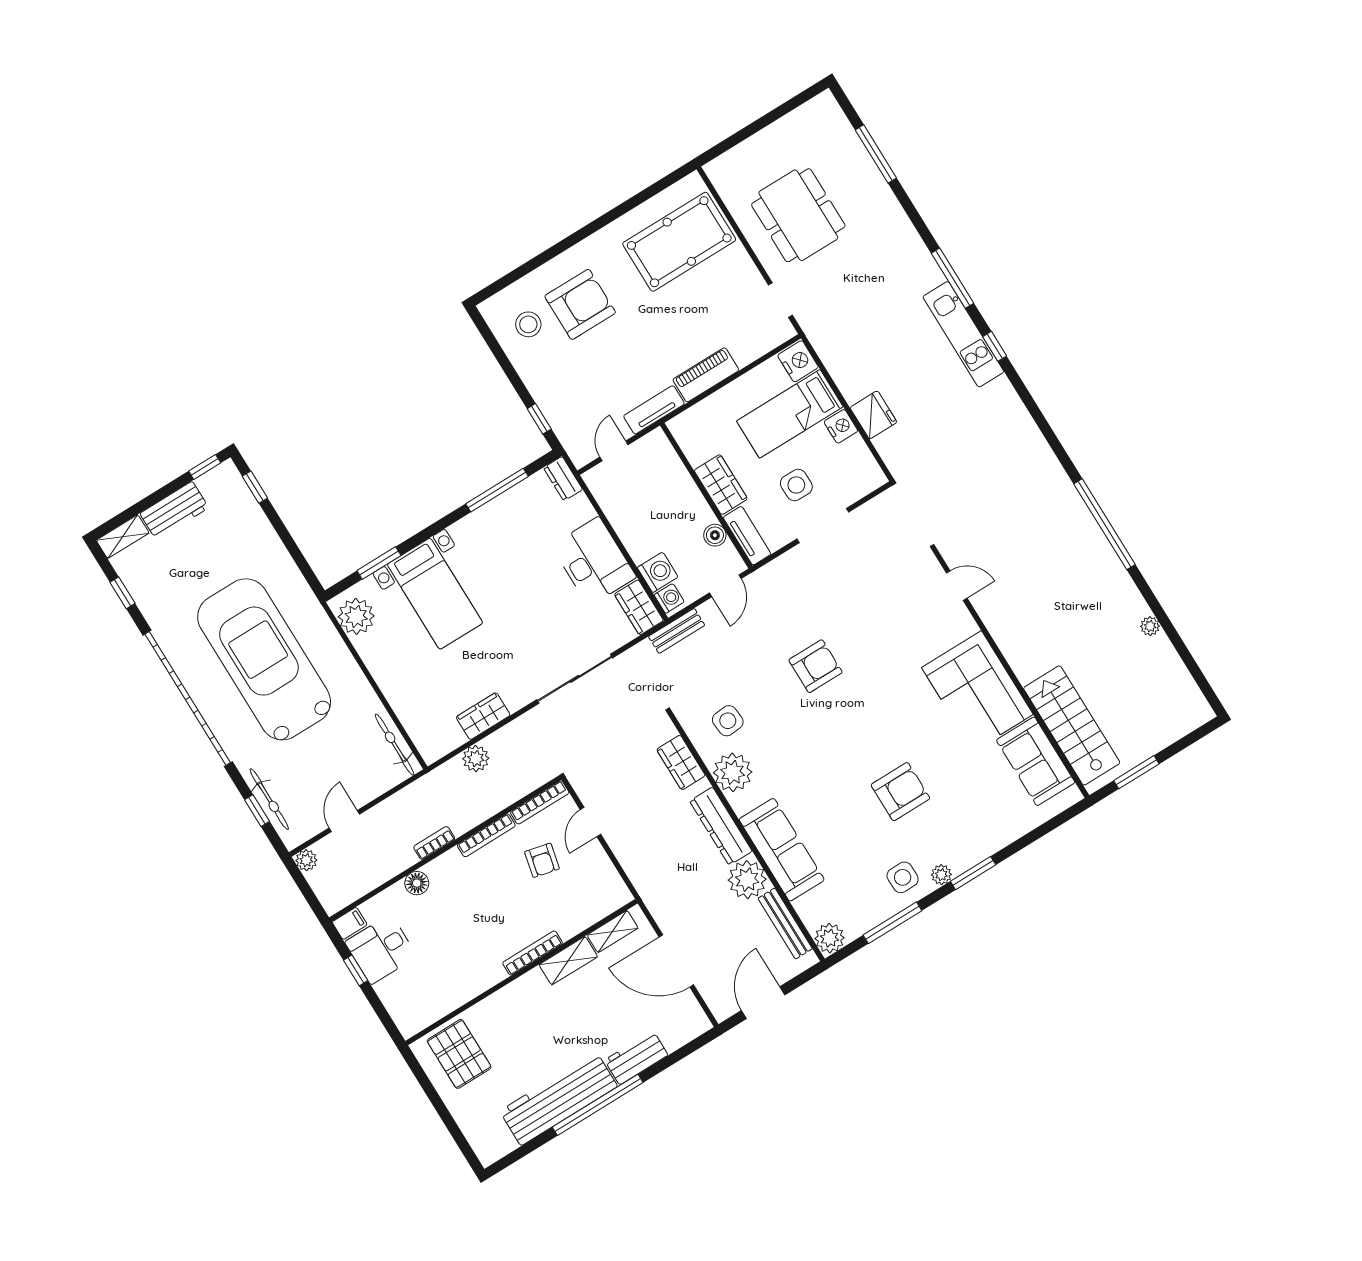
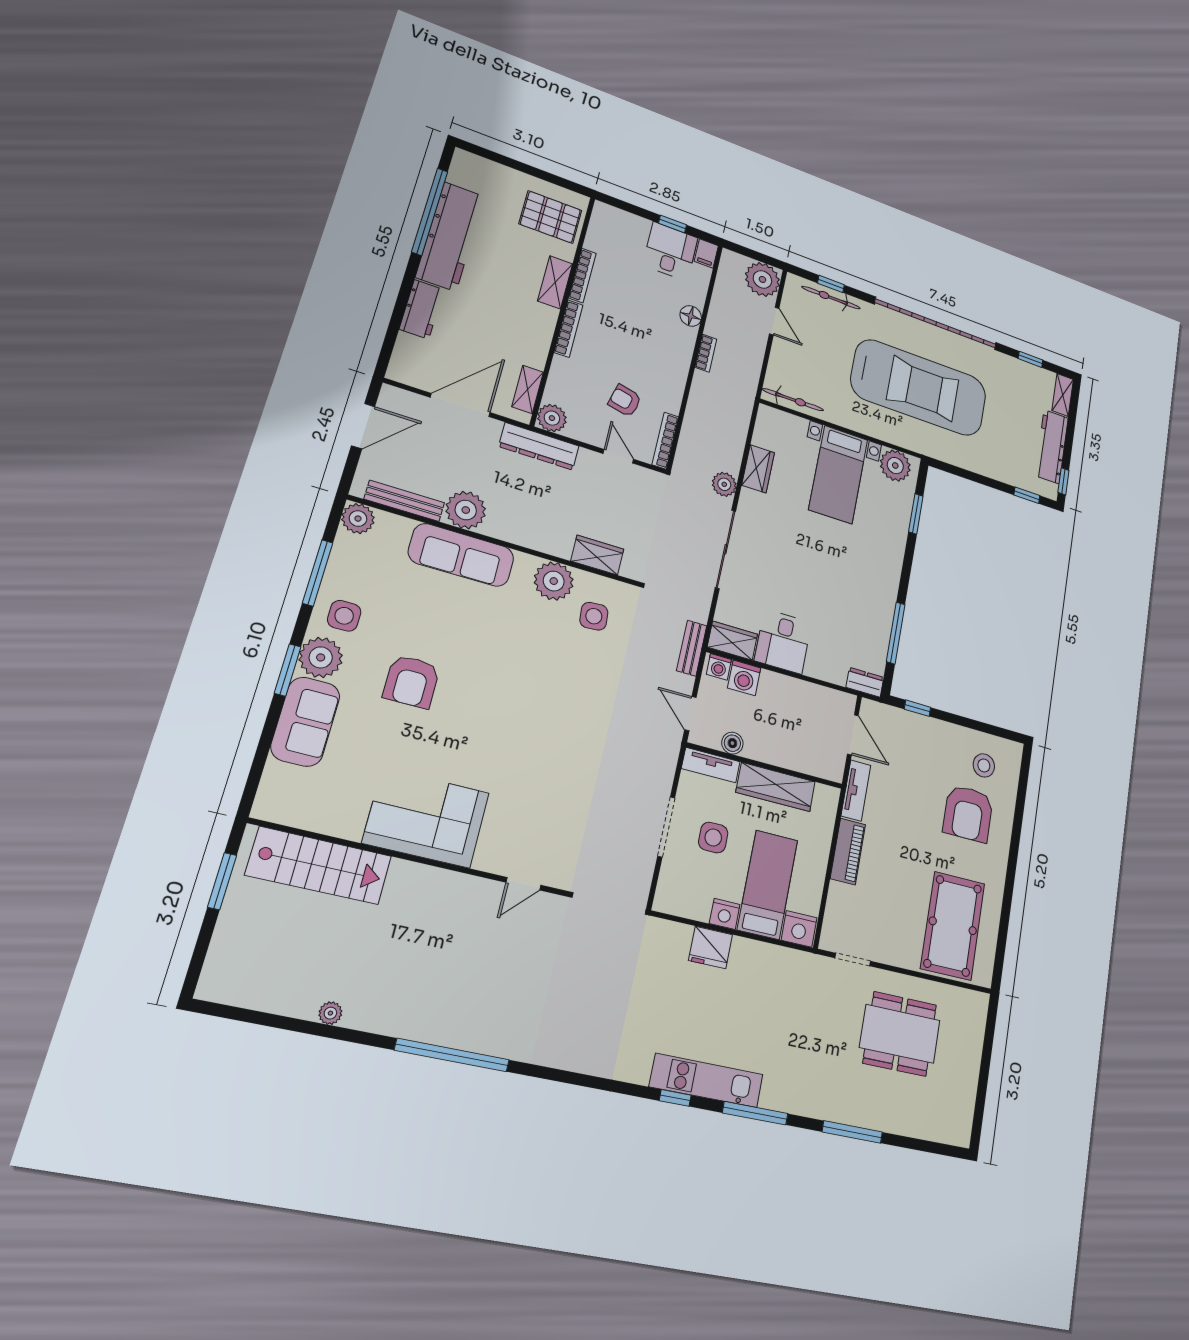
window: (876, 154) -> (852, 1132), moved
door: (614, 451) -> (853, 735), width x1.38
wardrobe: (721, 485) -> (776, 787), width x1.50
workbench: (174, 511) -> (1052, 447), width x1.38
desk: (594, 561) -> (783, 642), width x0.73
bed with nightstands: (435, 594) -> (838, 474), moved, turned -90
armchair: (815, 666) -> (570, 717), removed
plant: (476, 759) -> (724, 484), moved
sofa: (1036, 761) -> (305, 722), moved, turned 90
dresser: (721, 826) -> (539, 446), moved, turned 180
bookcase: (486, 835) -> (582, 276), moved, turned 180
plant: (306, 860) -> (762, 279), width x1.88, depth x1.88
plant: (941, 875) -> (321, 657), width x1.87, depth x1.87
plant: (615, 894) -> (552, 418), added
shelving: (568, 961) -> (555, 282), moved
door: (763, 1003) -> (363, 426), hinge flipped
window: (598, 1105) -> (430, 212), moved

